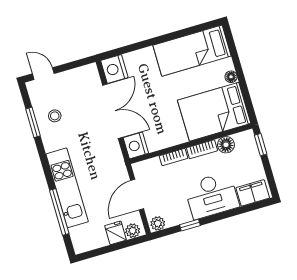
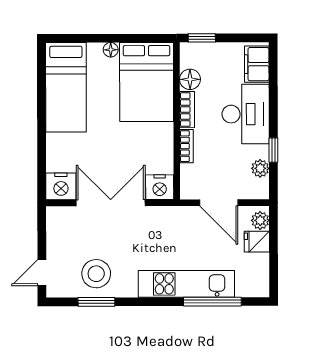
stool: (55, 116) -> (96, 274), width x1.89, depth x1.89
plant: (158, 223) -> (260, 168), moved

